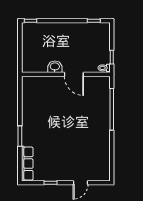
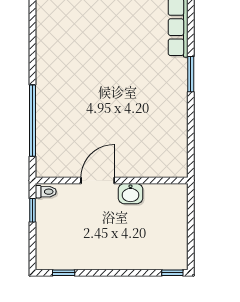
door: (74, 74) -> (98, 181), hinge flipped

